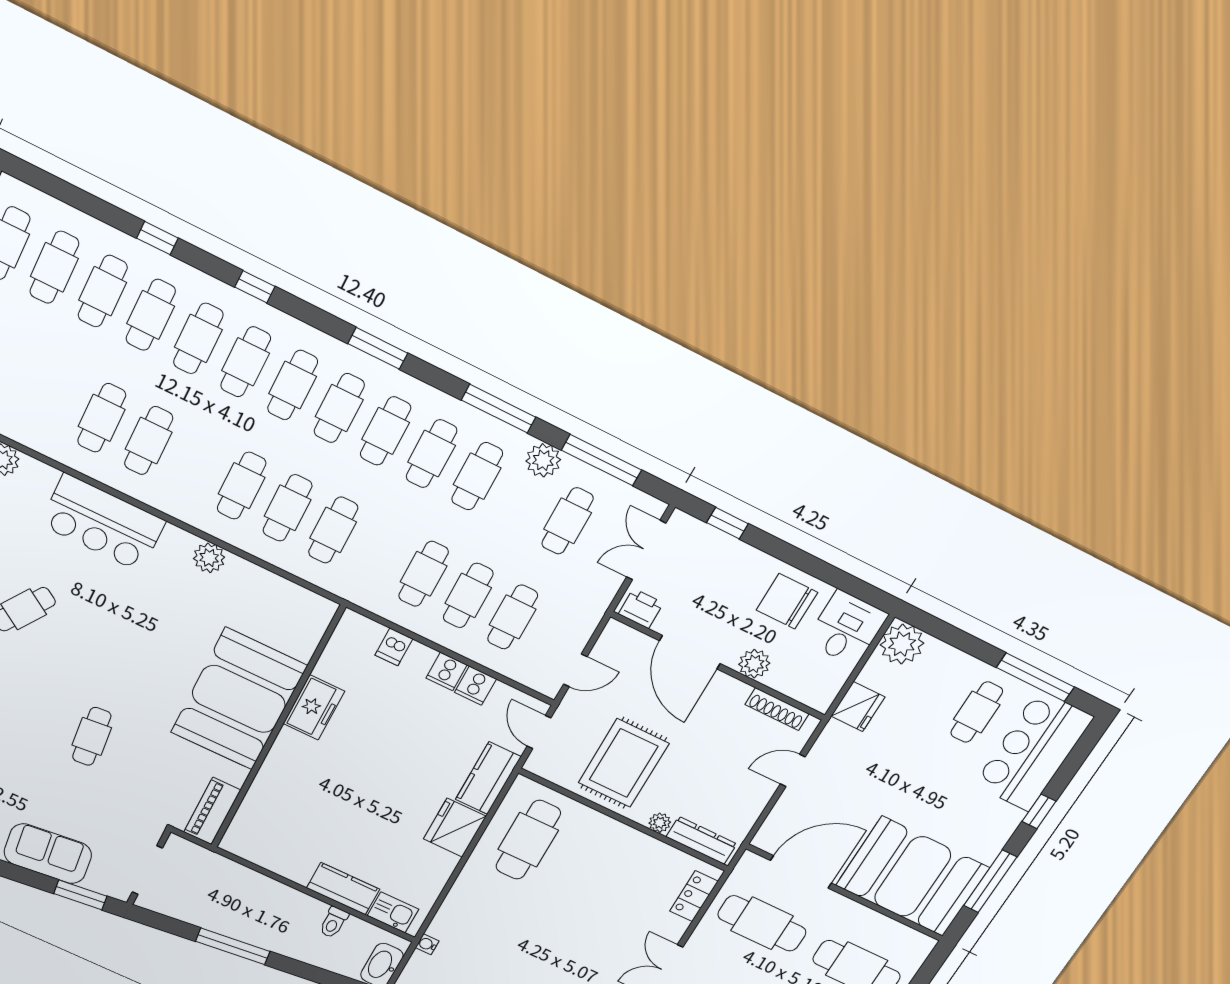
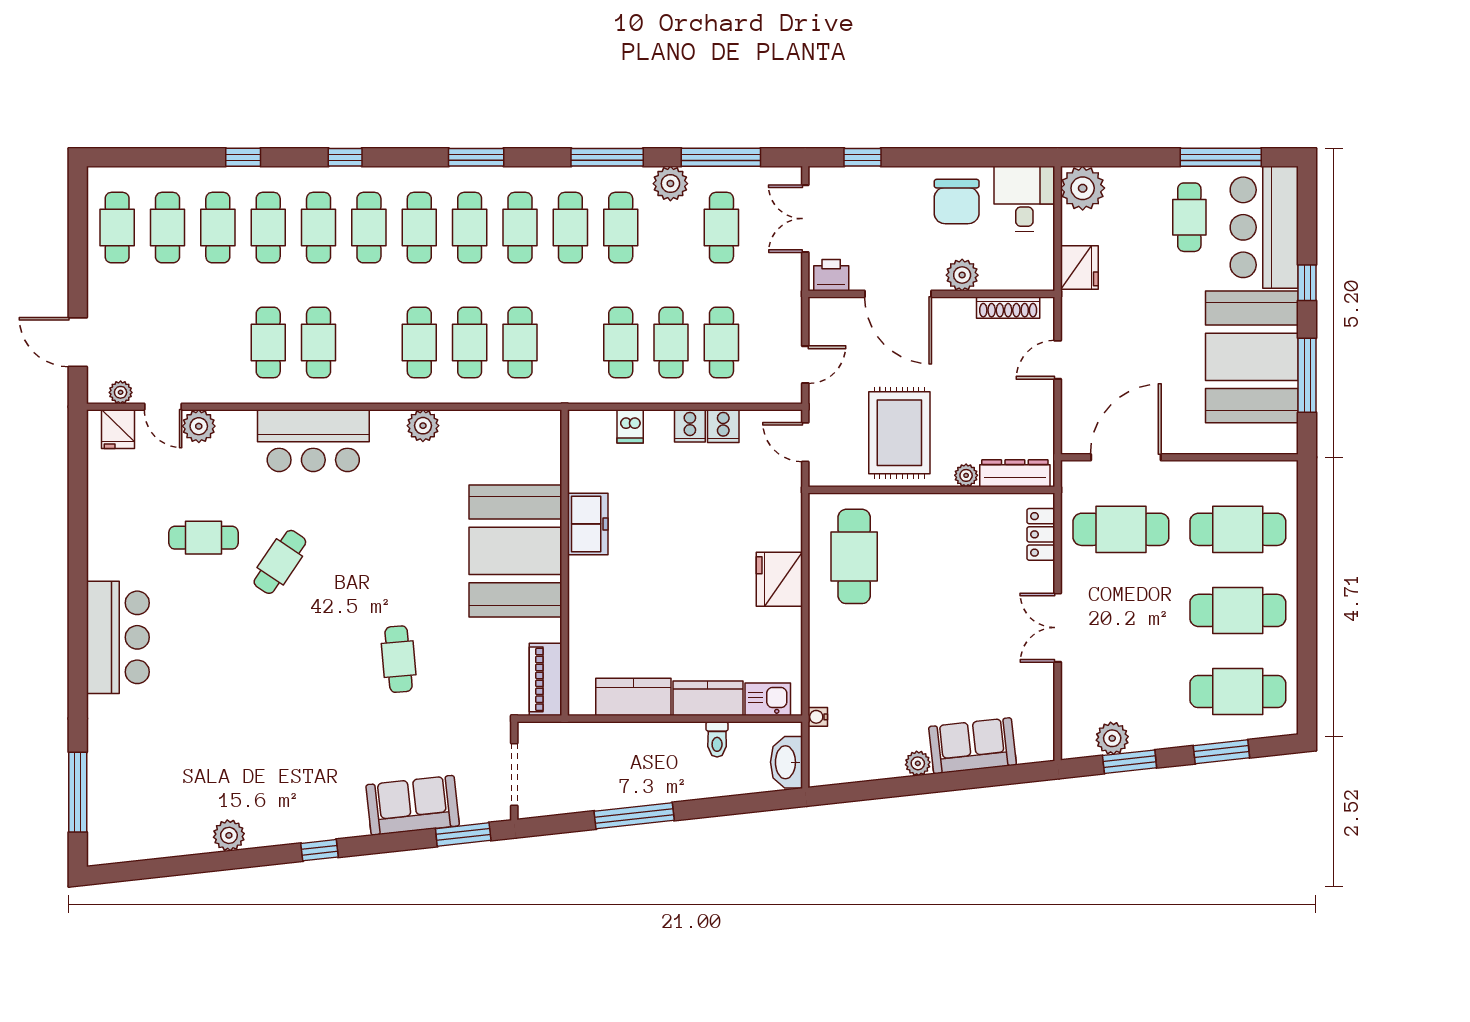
chair: (787, 601) -> (957, 202), turned -90
kitchen counter: (488, 778) -> (633, 697), moved, turned 90
booth: (913, 877) -> (1252, 357), moved, turned 90

